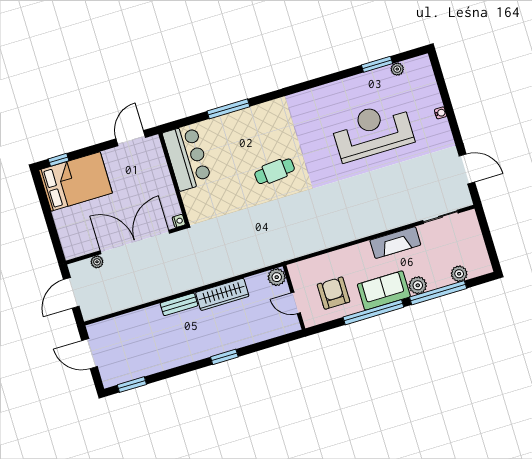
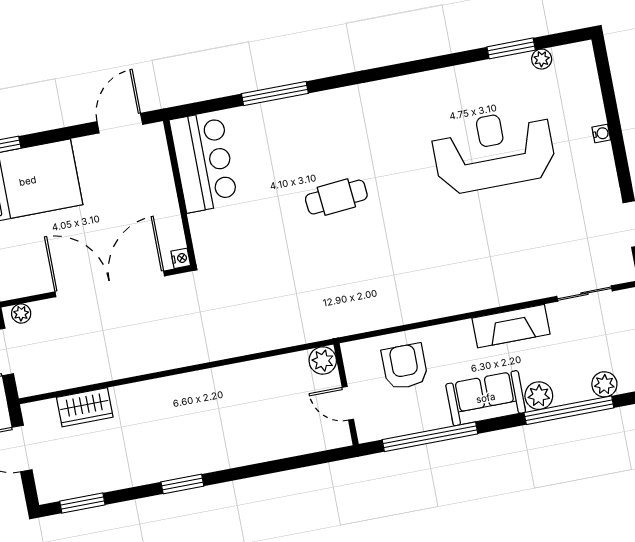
plant: (97, 262) -> (21, 313), moved
armchair: (334, 293) -> (405, 366), moved
wardrobe: (222, 294) -> (85, 407), moved, width x0.67
bench: (179, 304) -> (168, 387), removed
window: (373, 312) -> (430, 437), moved
window: (224, 357) -> (182, 484), moved

